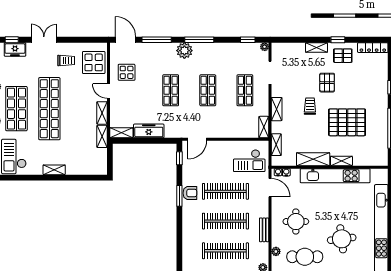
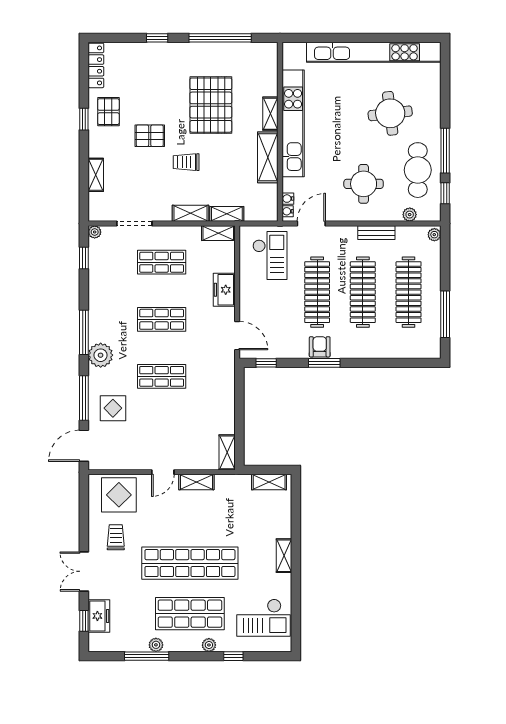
shelving: (316, 47) -> (96, 175), moved
display table: (127, 72) -> (113, 408), moved
freezer: (149, 131) -> (224, 290), moved, width x0.71
shelving: (102, 136) -> (269, 482), moved
shelving: (276, 145) -> (227, 214), moved

